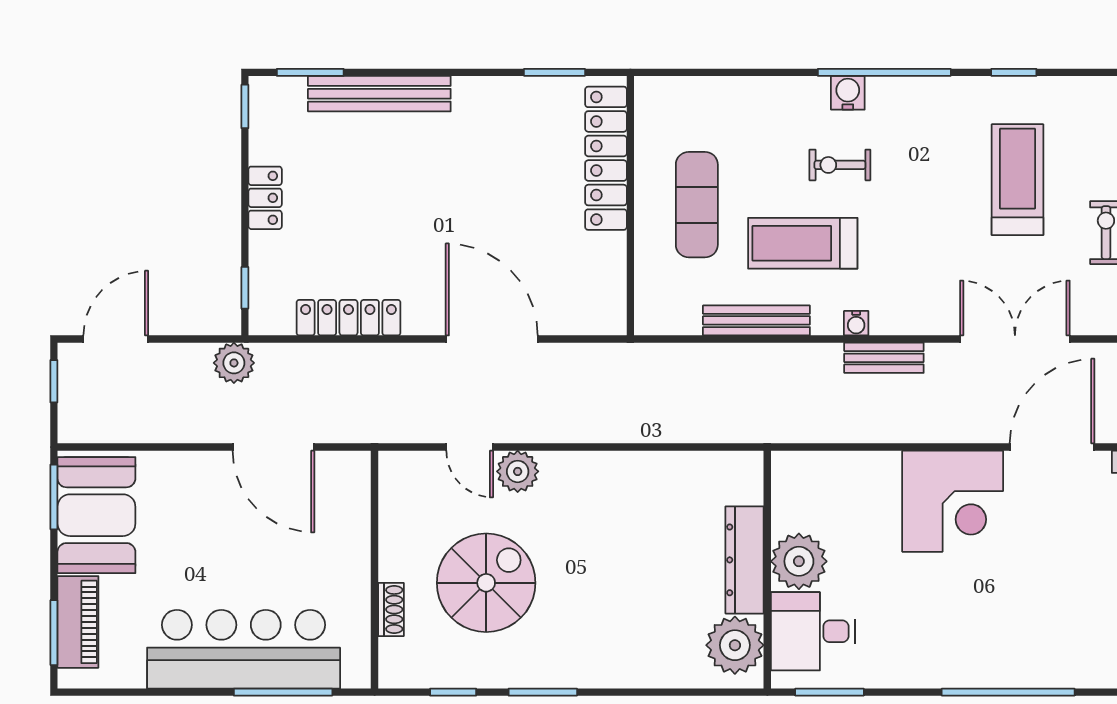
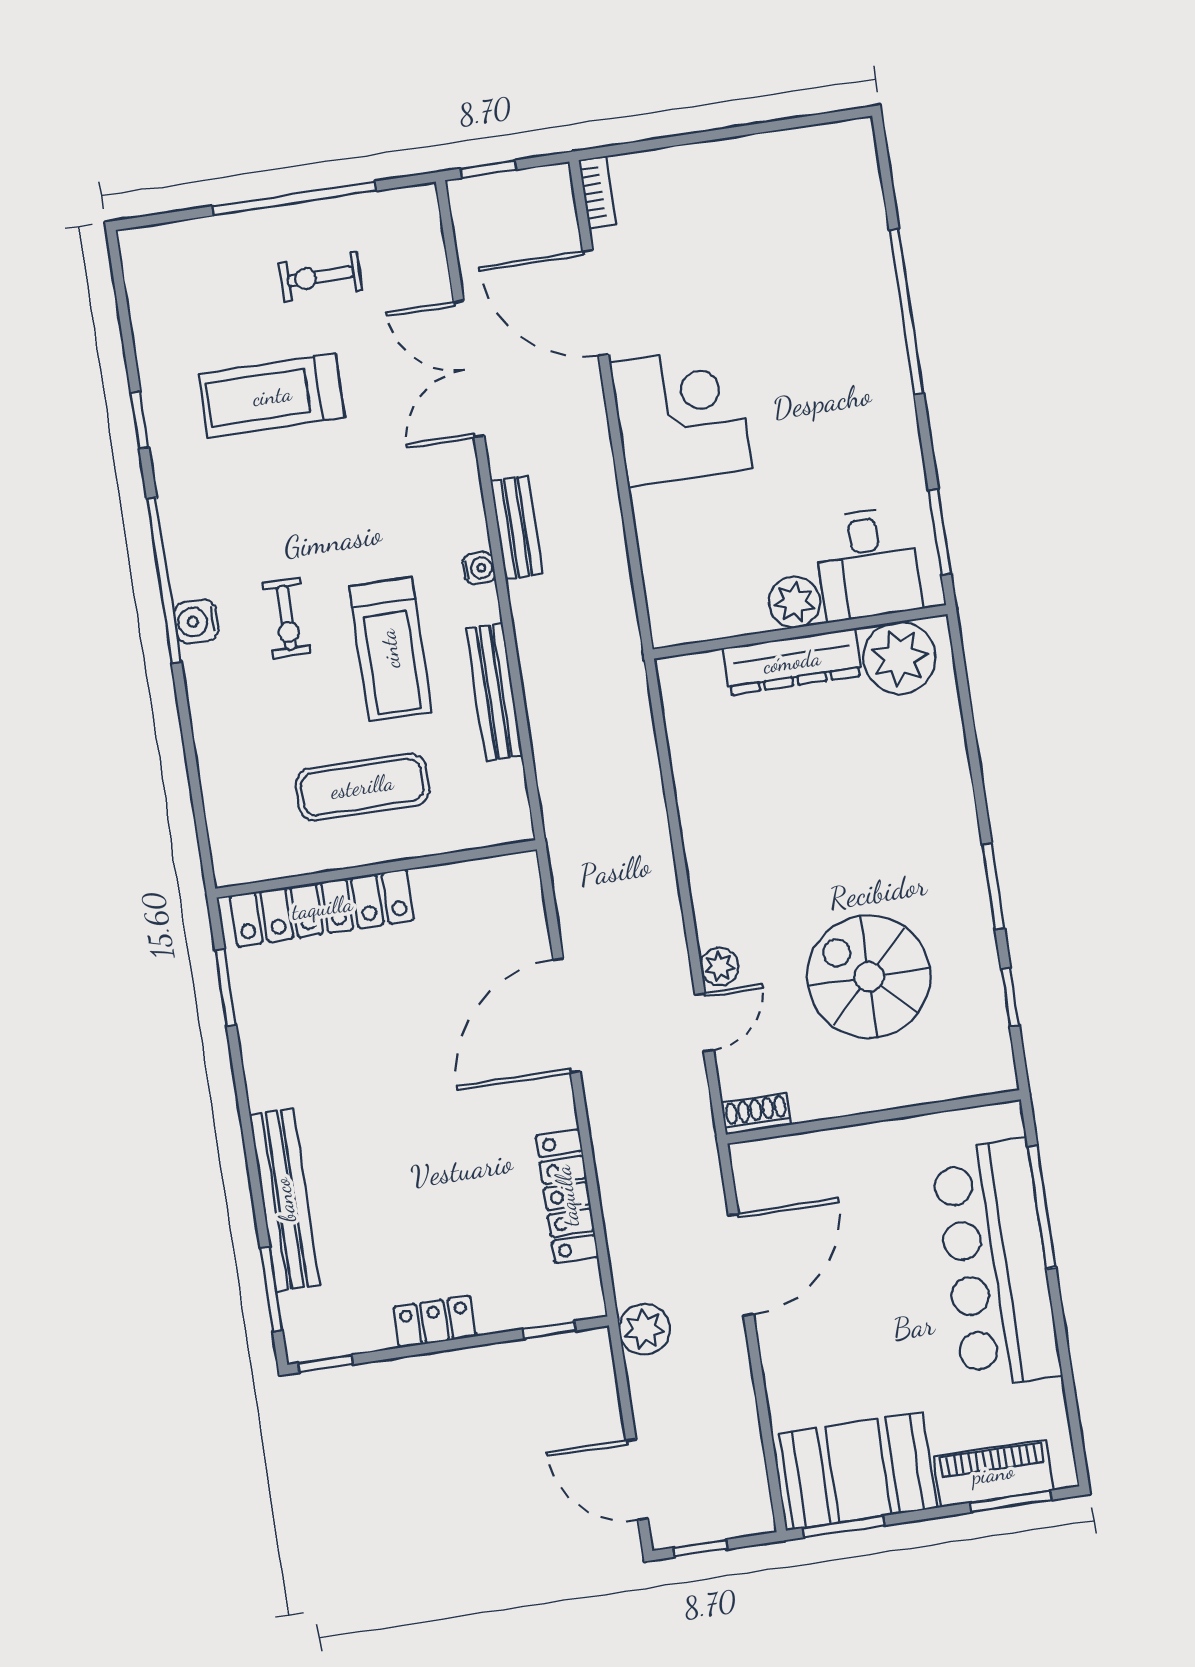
plant: (518, 471) -> (720, 967), width x0.73, depth x0.73
plant: (799, 561) -> (794, 602), width x0.73, depth x0.73
shoe rack: (391, 609) -> (756, 1114), moved

